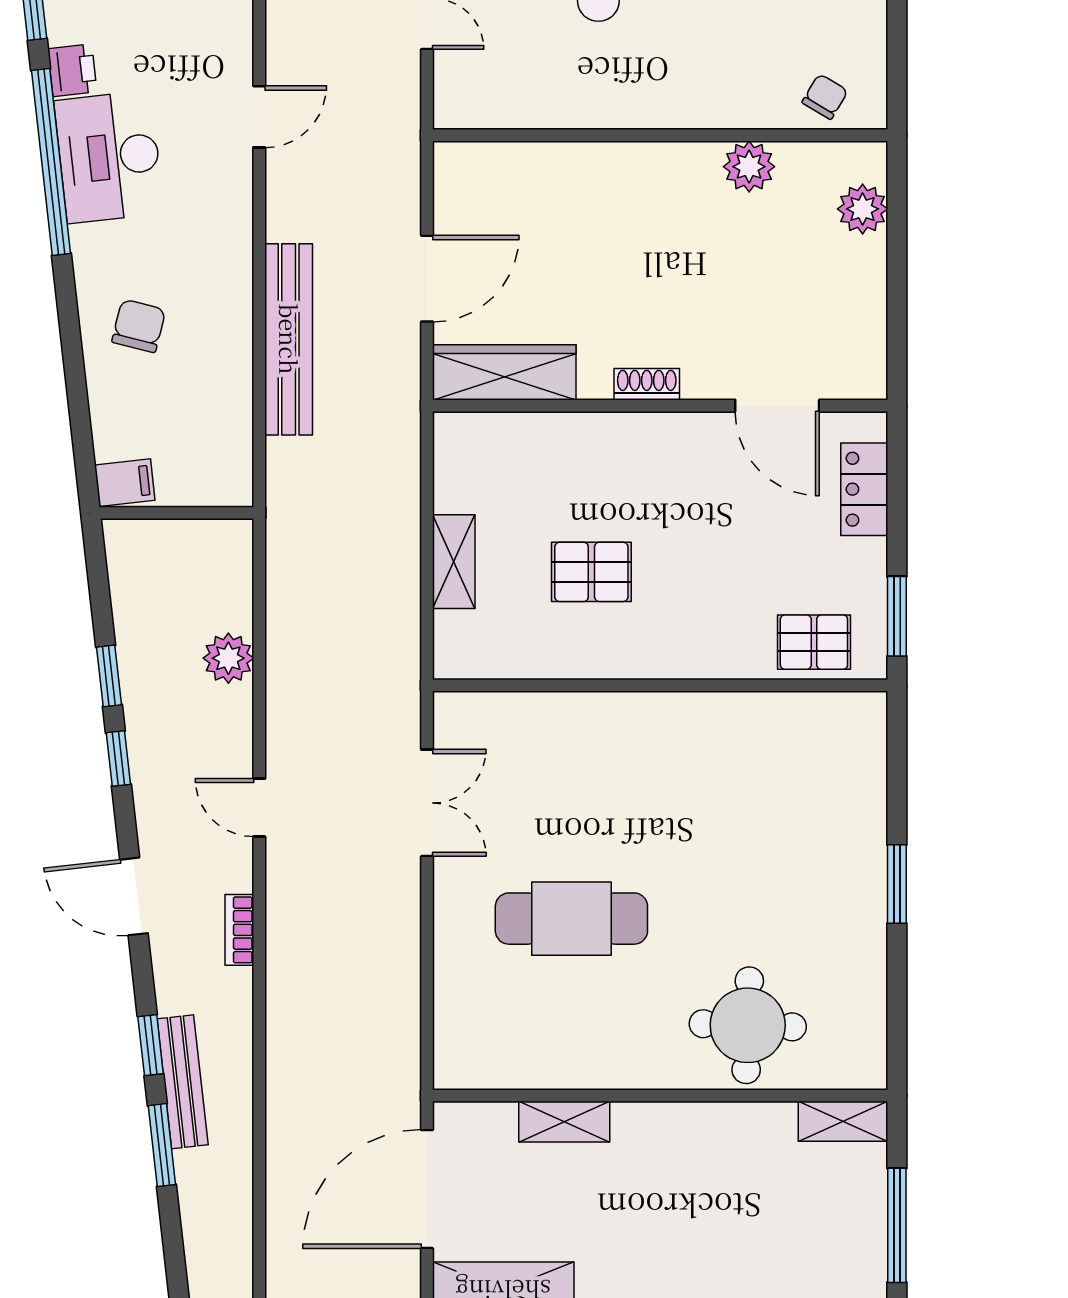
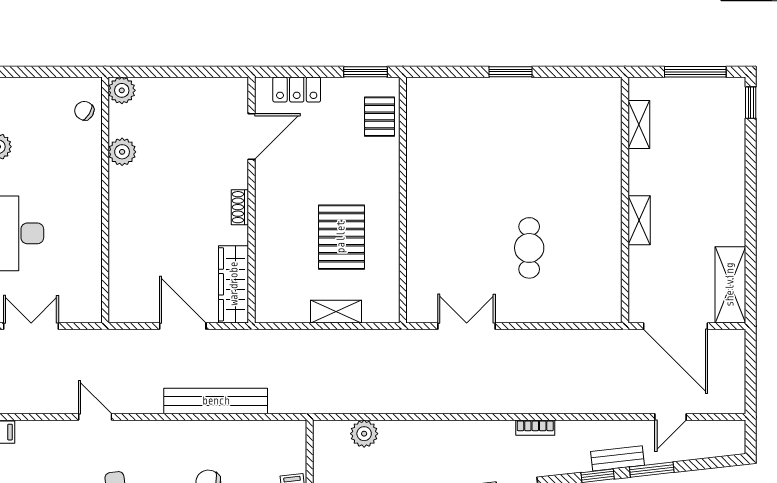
plant: (863, 209) -> (122, 90), moved
pallet: (591, 572) -> (341, 237), width x1.50, depth x1.42
plant: (228, 658) -> (364, 434), moved
door: (259, 808) -> (671, 417), moved
cafe table: (571, 919) -> (529, 248), width x0.73, depth x0.74
round table: (748, 1025) -> (587, 153), removed
bench: (183, 1082) -> (617, 458), width x0.73
shelving: (843, 1121) -> (639, 124), moved
shelving: (564, 1122) -> (639, 220), moved

